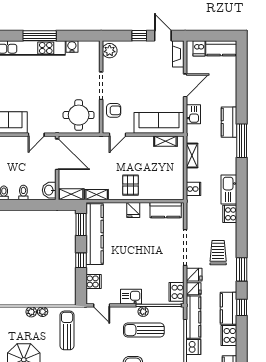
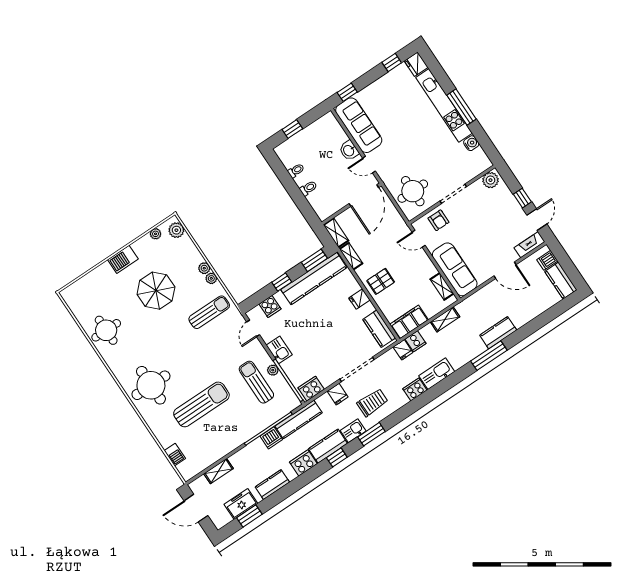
kitchen sink: (193, 114) -> (353, 431), moved, turned 180
filing cabinet: (176, 184) -> (409, 322), added
washbasin: (49, 190) -> (349, 150), moved, turned -90
fridge: (194, 289) -> (403, 350), moved

